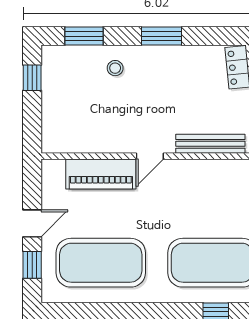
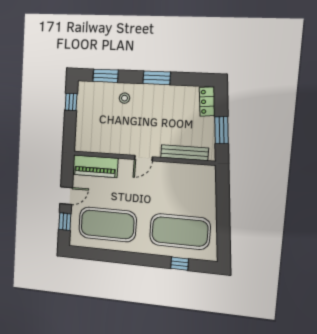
piano: (101, 174) -> (95, 166), moved

